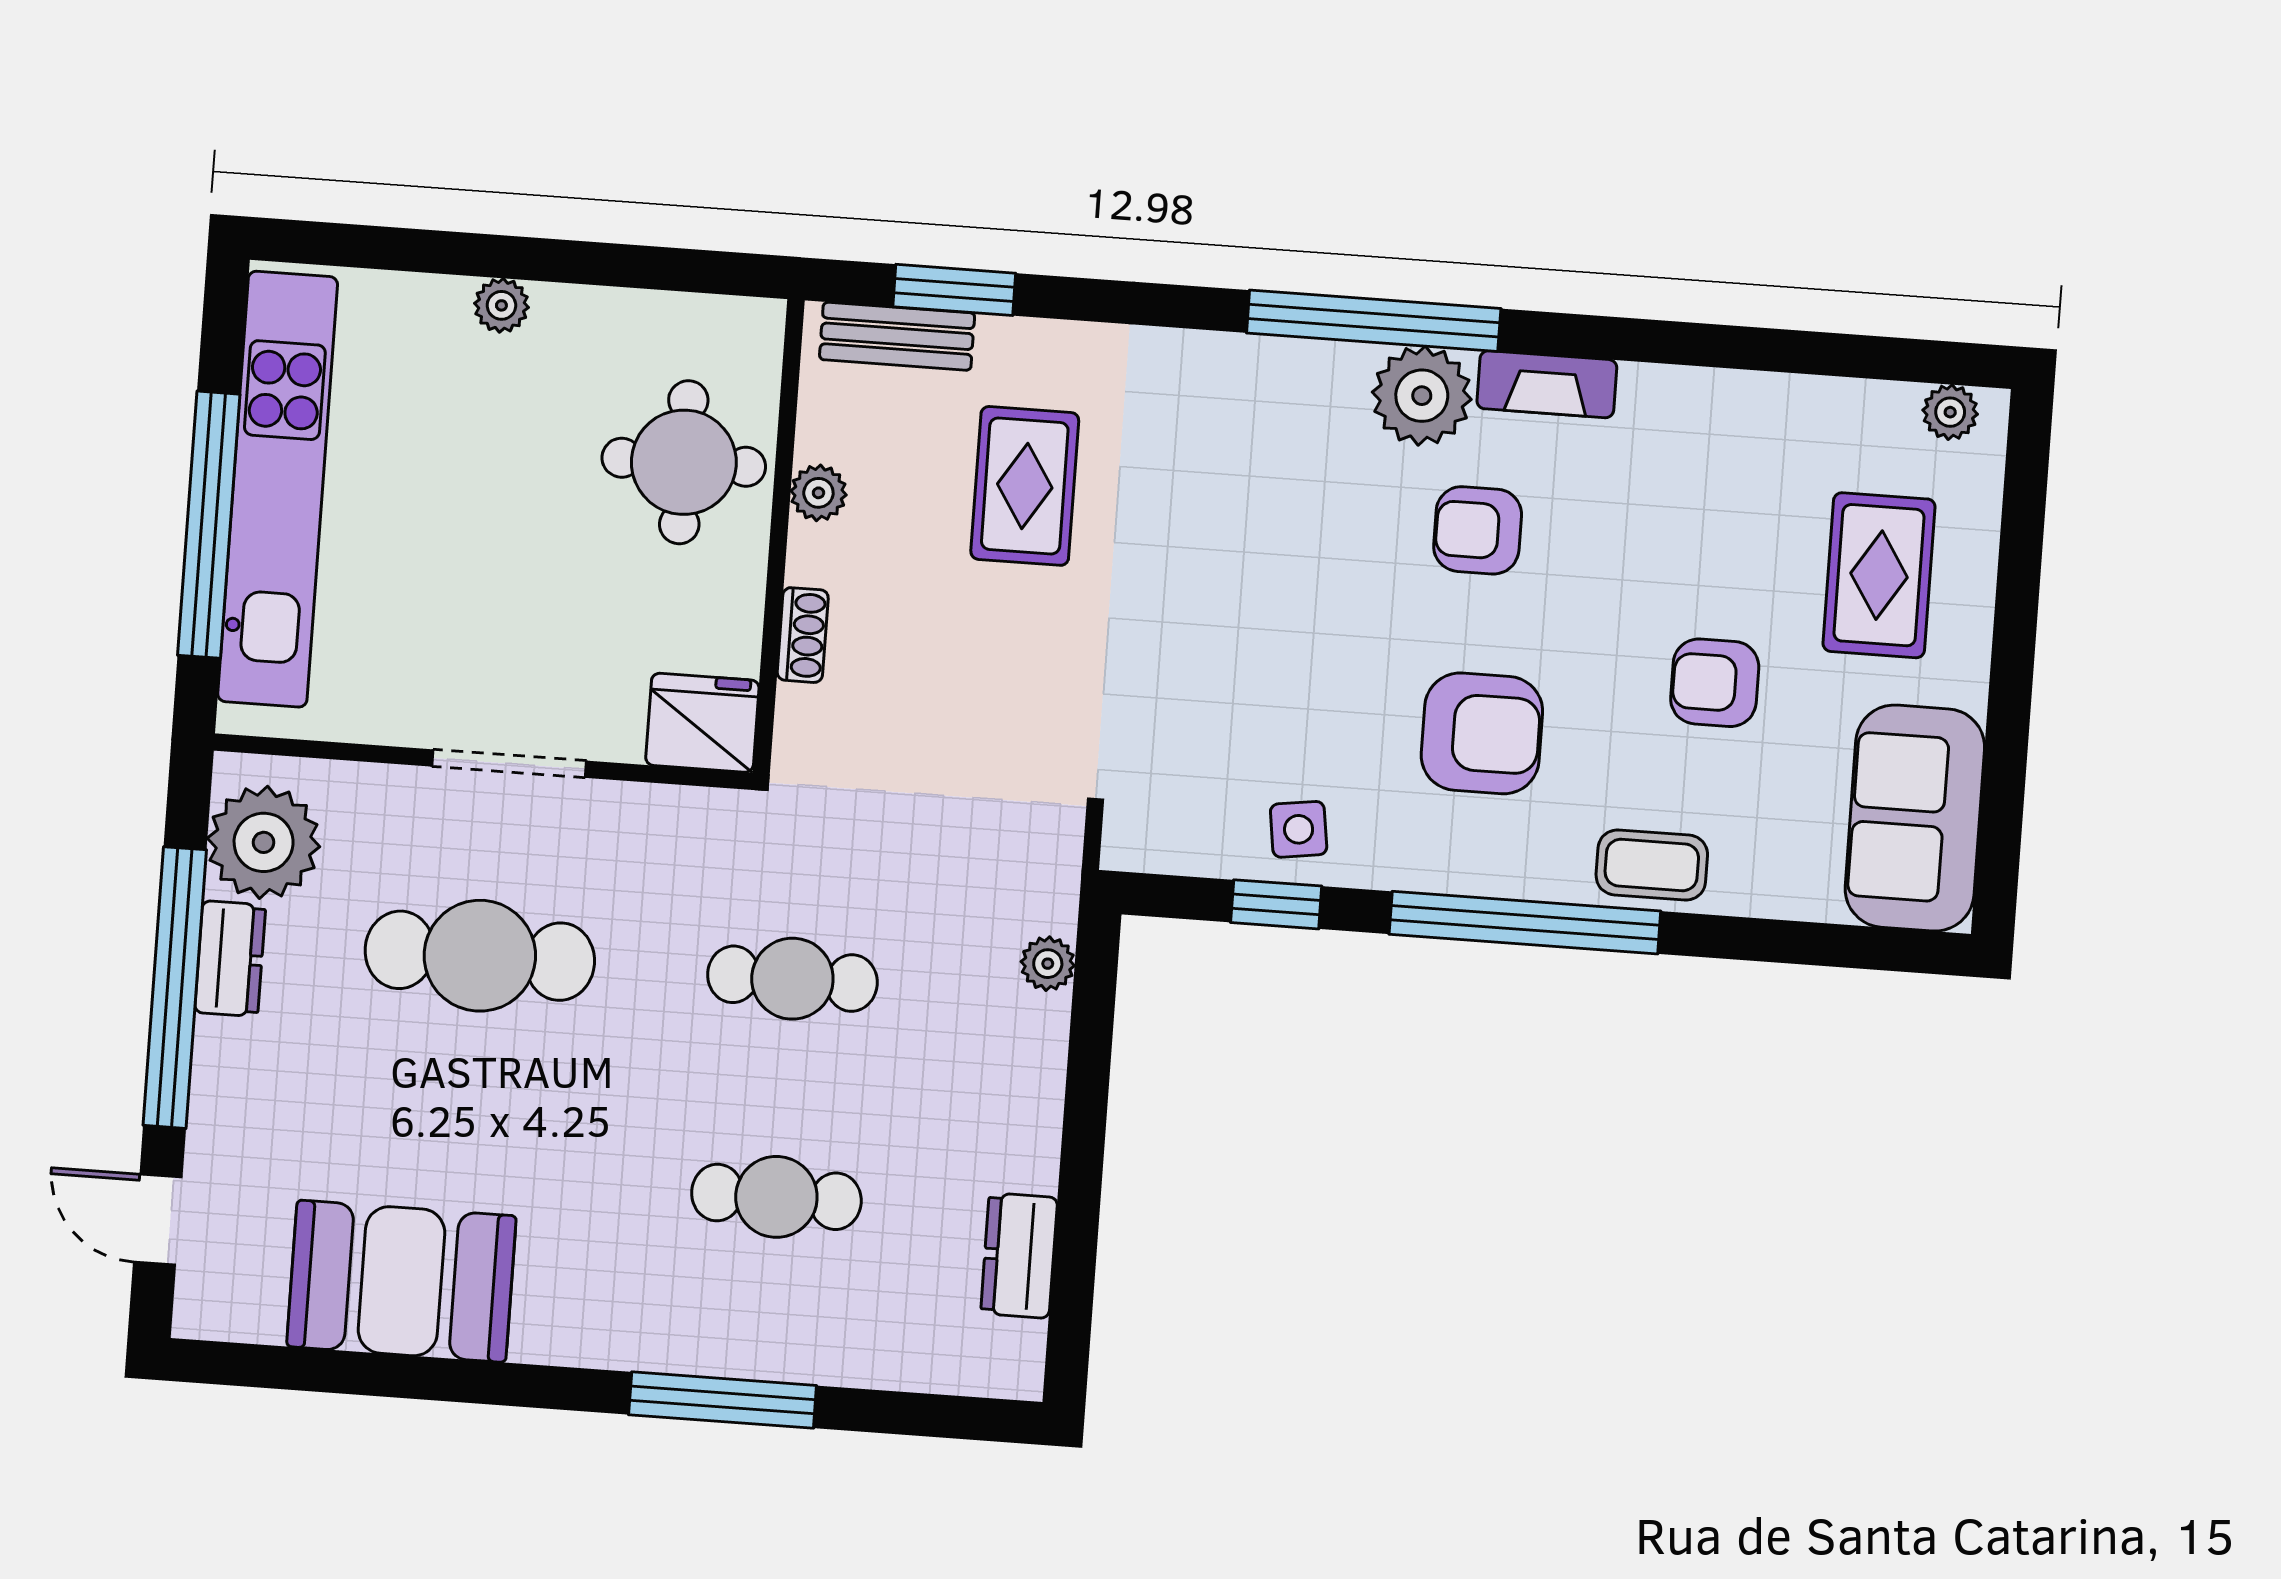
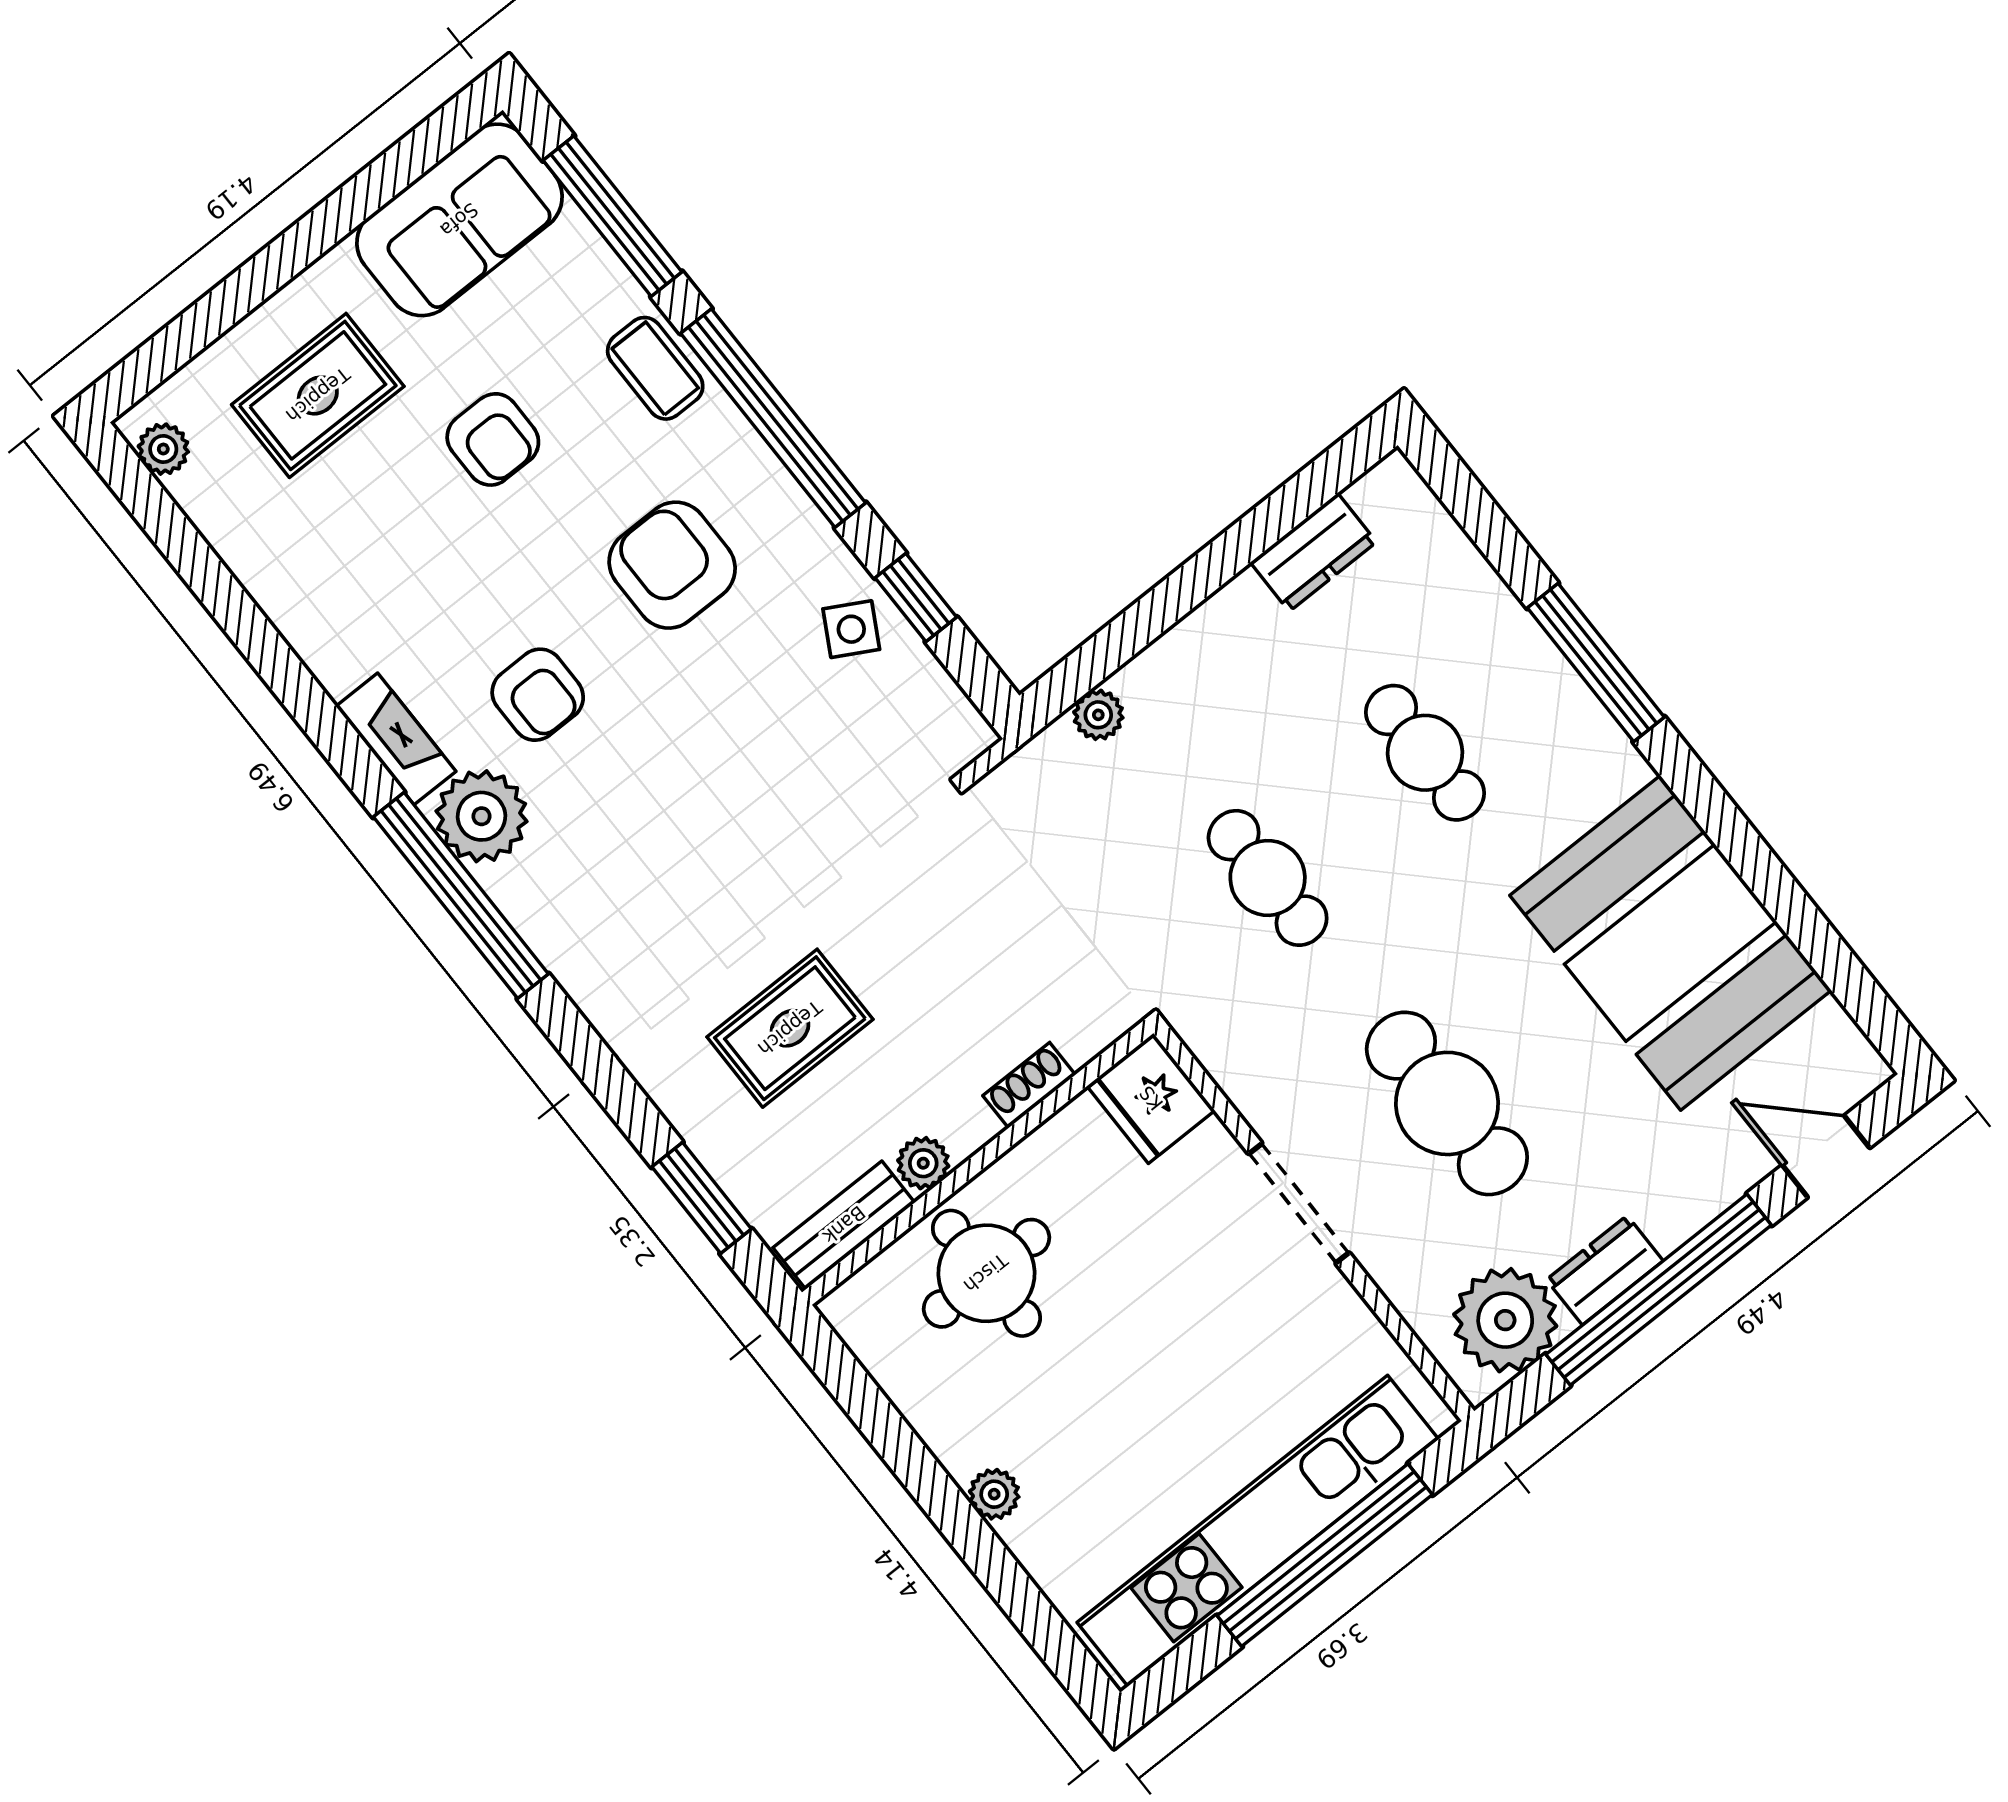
bench: (897, 336) -> (844, 1225), moved, turned 90
side table: (1299, 829) -> (851, 629), turned 37
window: (1805, 943) -> (613, 216), added
door: (158, 1220) -> (1826, 1157), swing flipped
booth: (401, 1281) -> (1671, 943), width x1.36, depth x1.42

